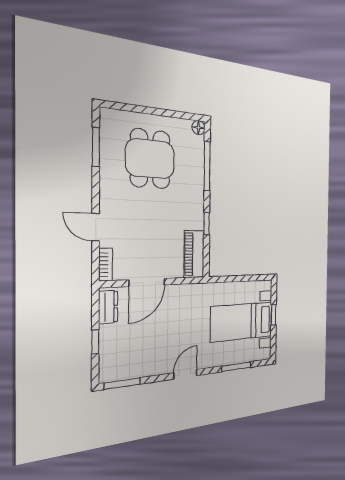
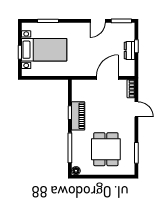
piano: (194, 254) -> (78, 116), moved
dresser: (108, 307) -> (129, 51), moved
door: (185, 374) -> (98, 21), moved

